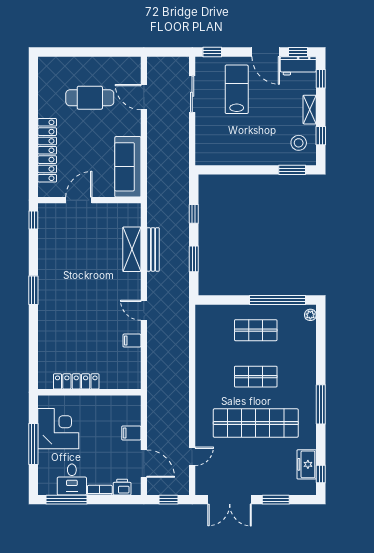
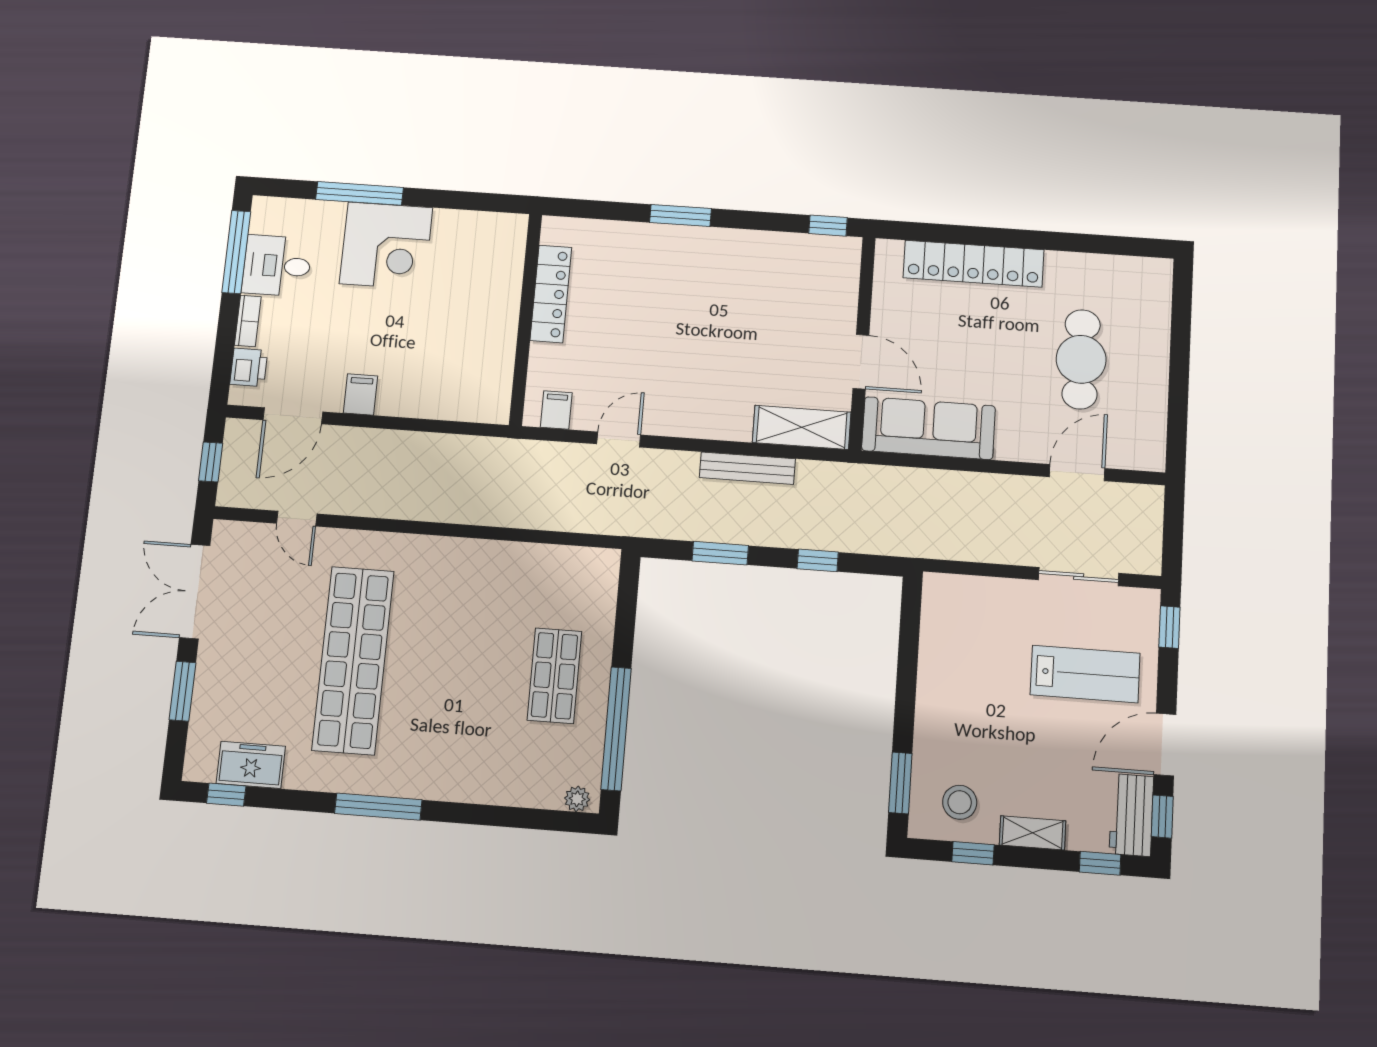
door: (79, 200) -> (861, 362), moved
shelving: (132, 249) -> (802, 427), moved
shop shelf: (256, 377) -> (454, 668), removed
locker: (76, 381) -> (551, 294), moved
wall: (89, 392) -> (526, 319), moved

